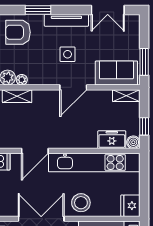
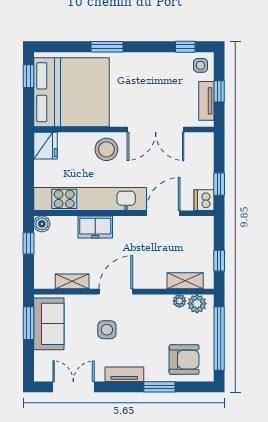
tv unit: (66, 20) -> (124, 374), width x0.71
side table: (68, 54) -> (107, 330), moved
sofa: (116, 73) -> (49, 324), moved, turned -90
shelving: (126, 96) -> (72, 281), moved
freezer: (112, 140) -> (95, 227), moved

